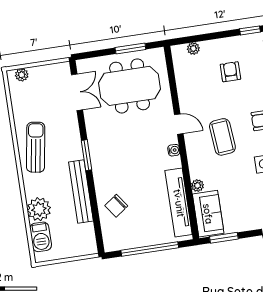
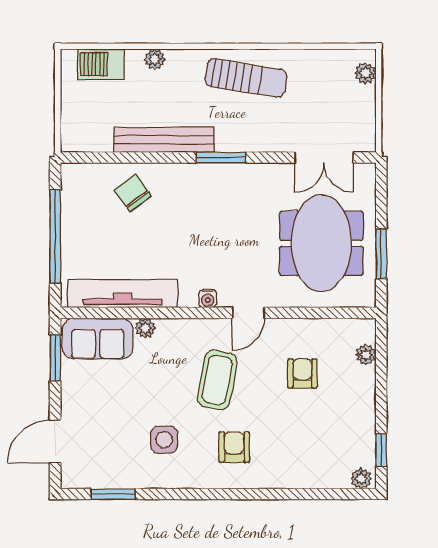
armchair: (230, 72) -> (302, 373), moved, turned -90
coffee table: (222, 137) -> (217, 380), turned -75
plant: (39, 209) -> (155, 59), width x0.53, depth x0.53

